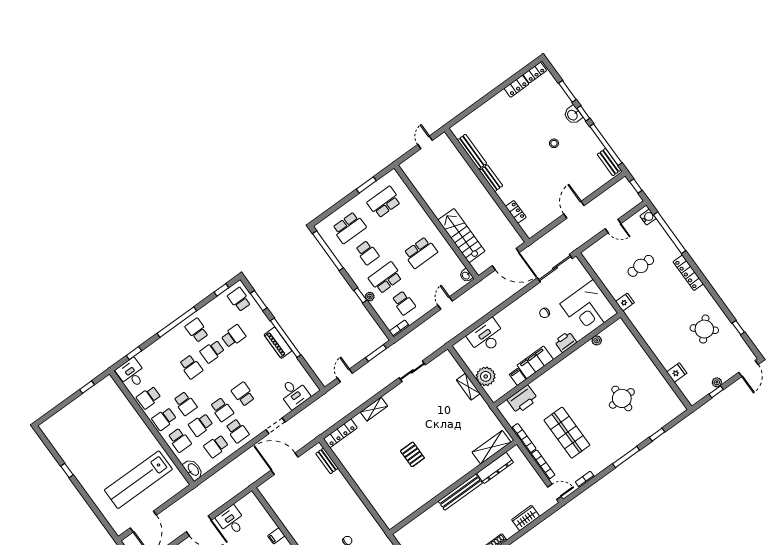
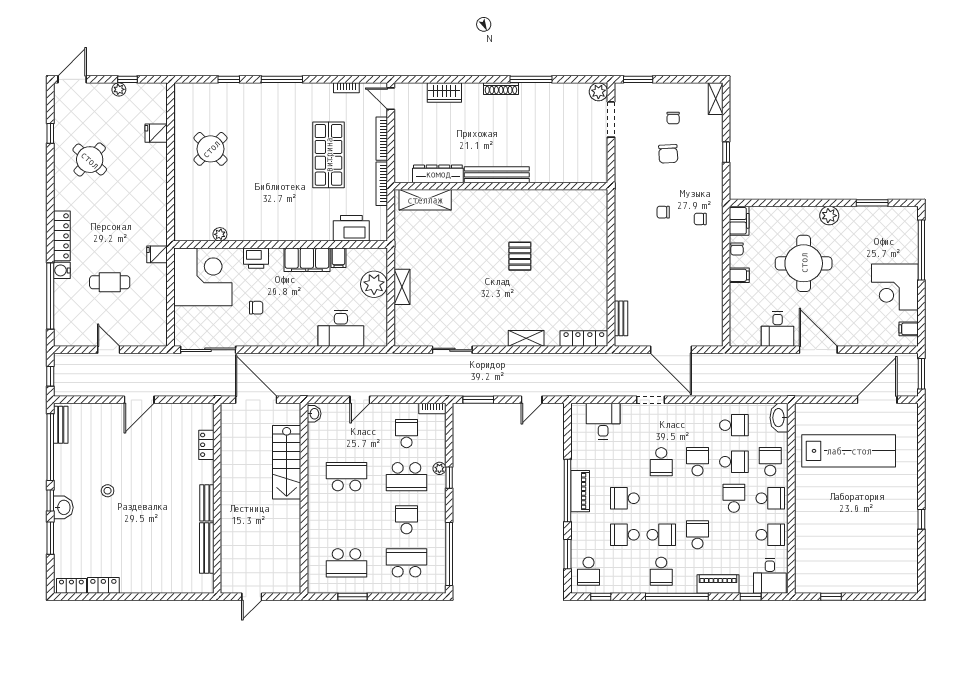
water cooler: (648, 217) -> (62, 270), moved
piano: (158, 347) -> (718, 584), added
round table: (622, 398) -> (211, 149), moved, turned 45
school desk: (237, 431) -> (625, 498), moved, turned -90

